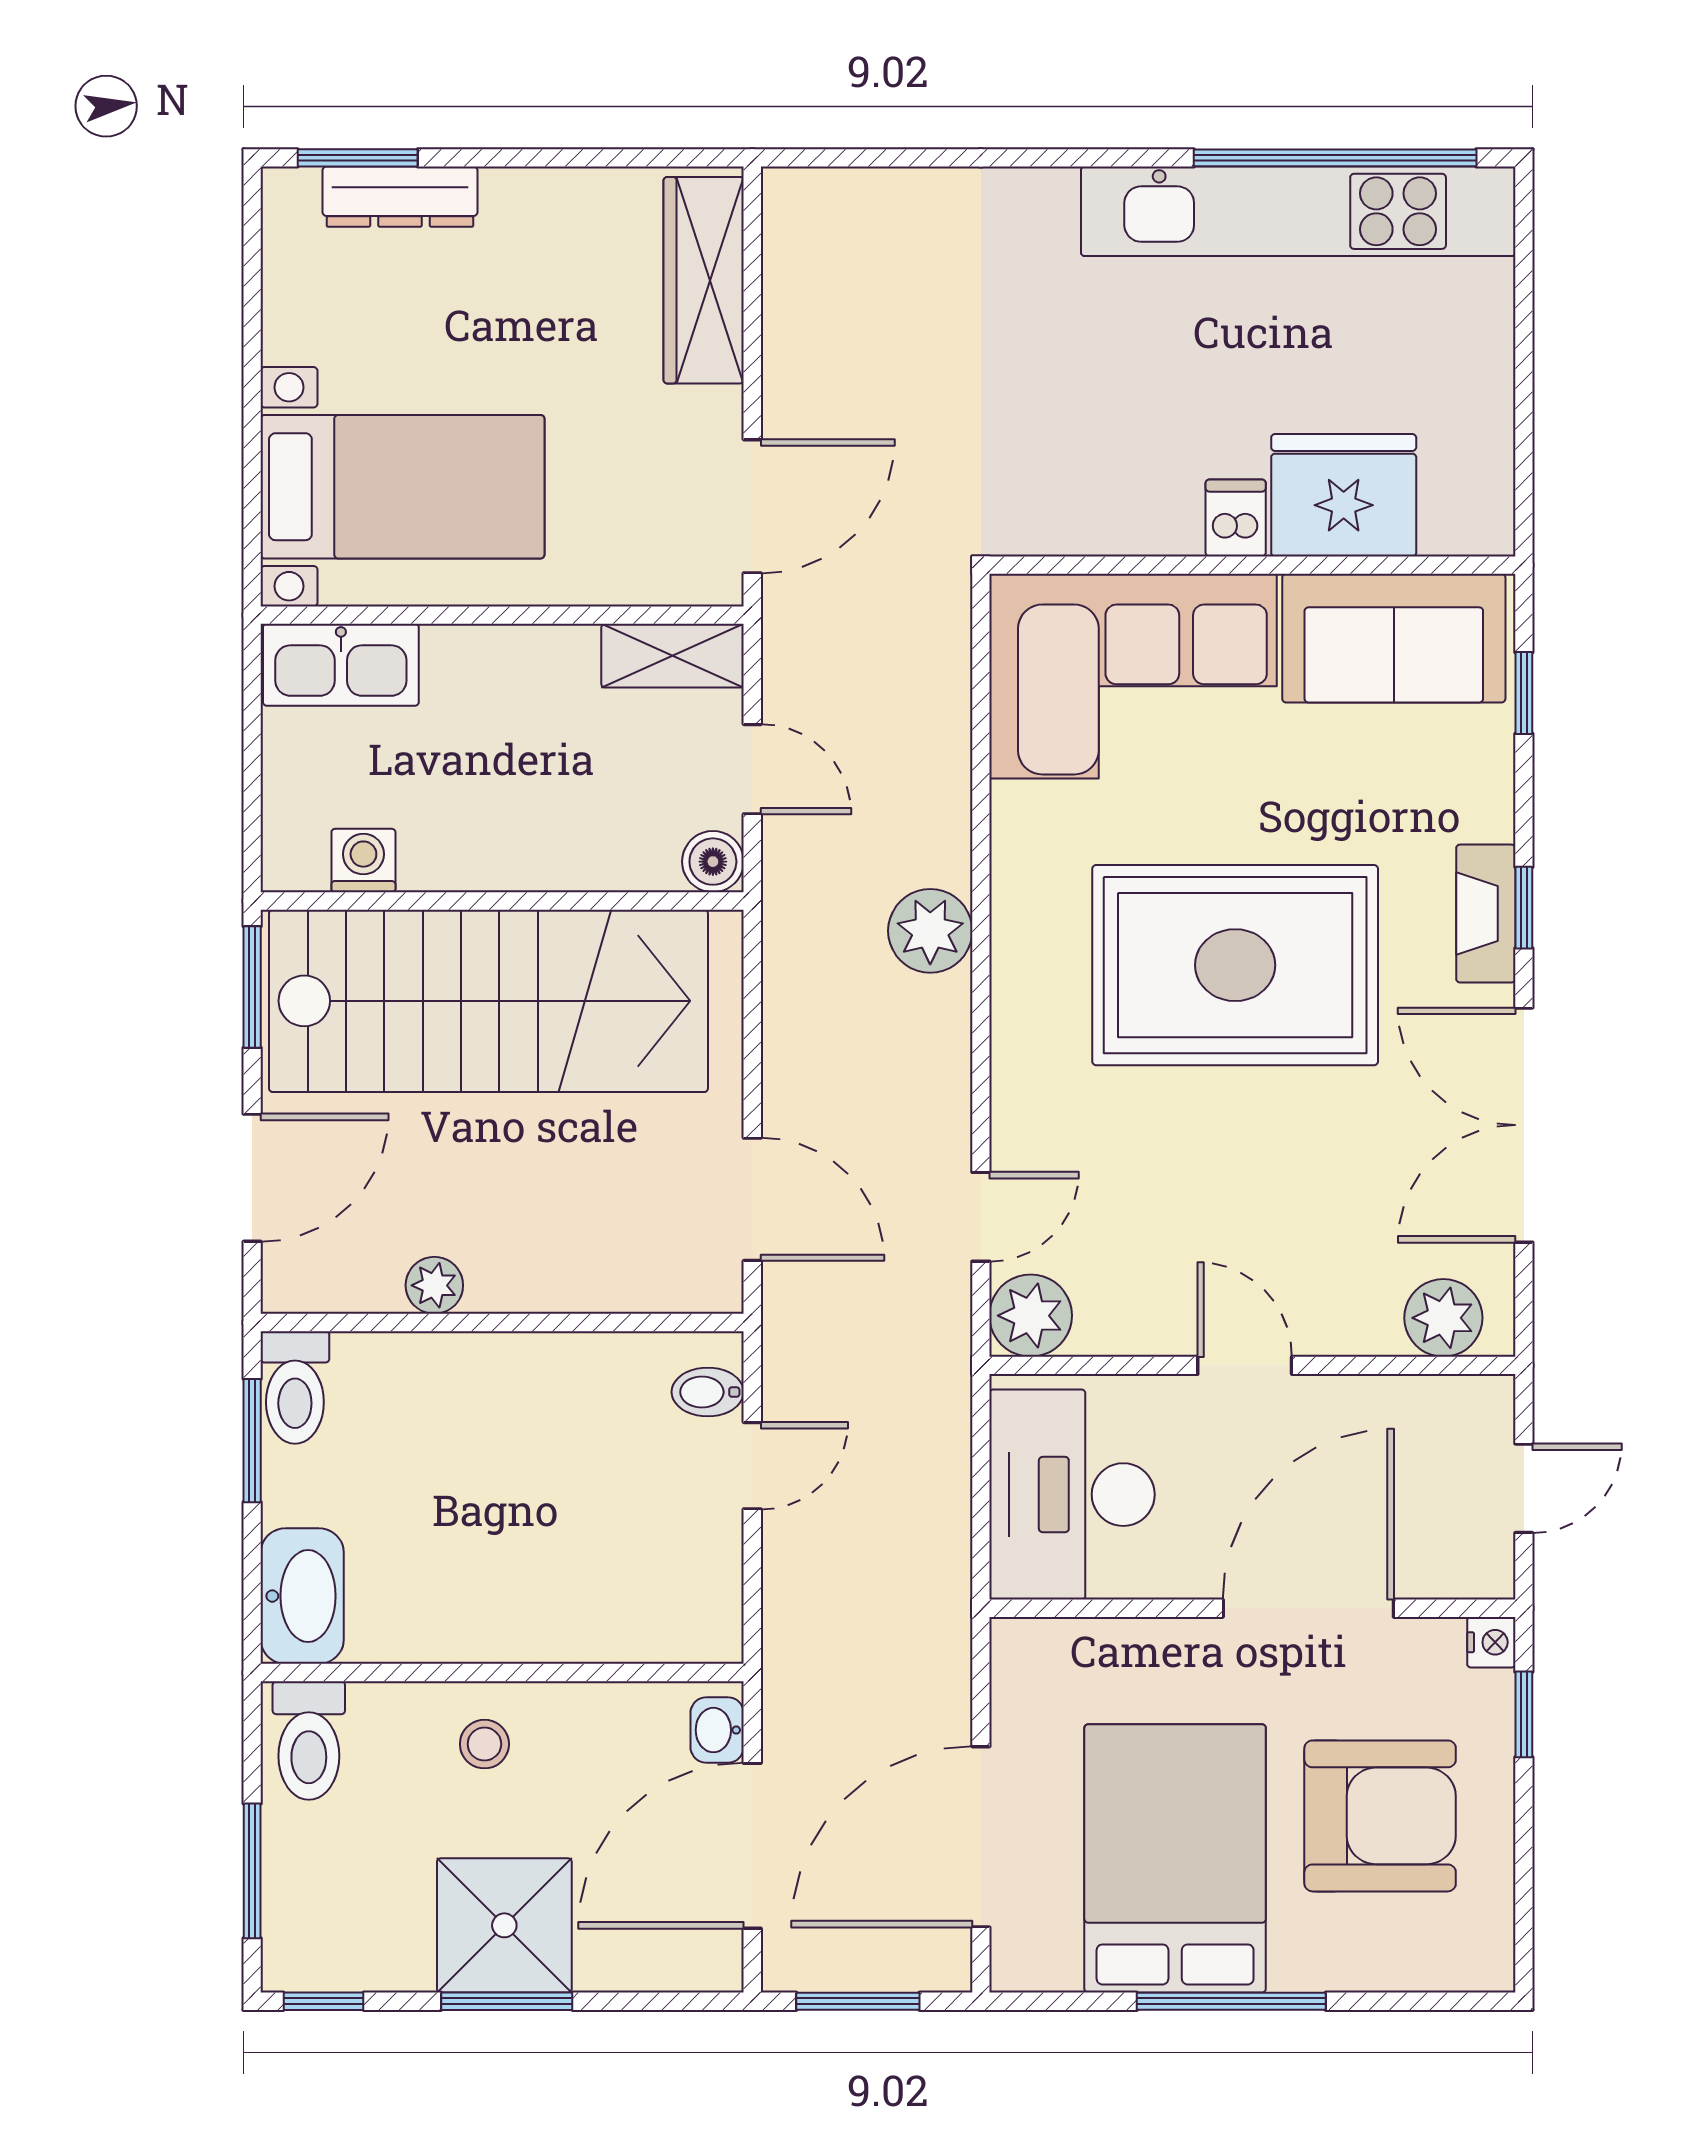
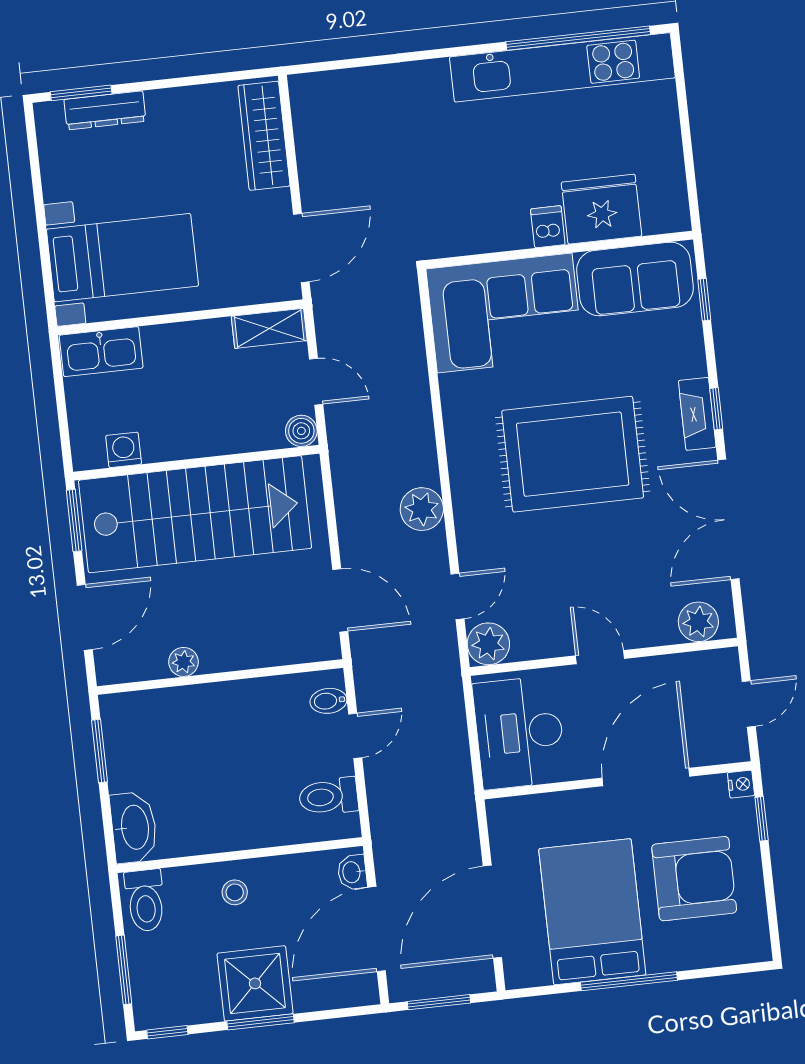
plant: (930, 931) -> (422, 509), moved
toilet: (295, 1387) -> (328, 797), moved, turned 90

